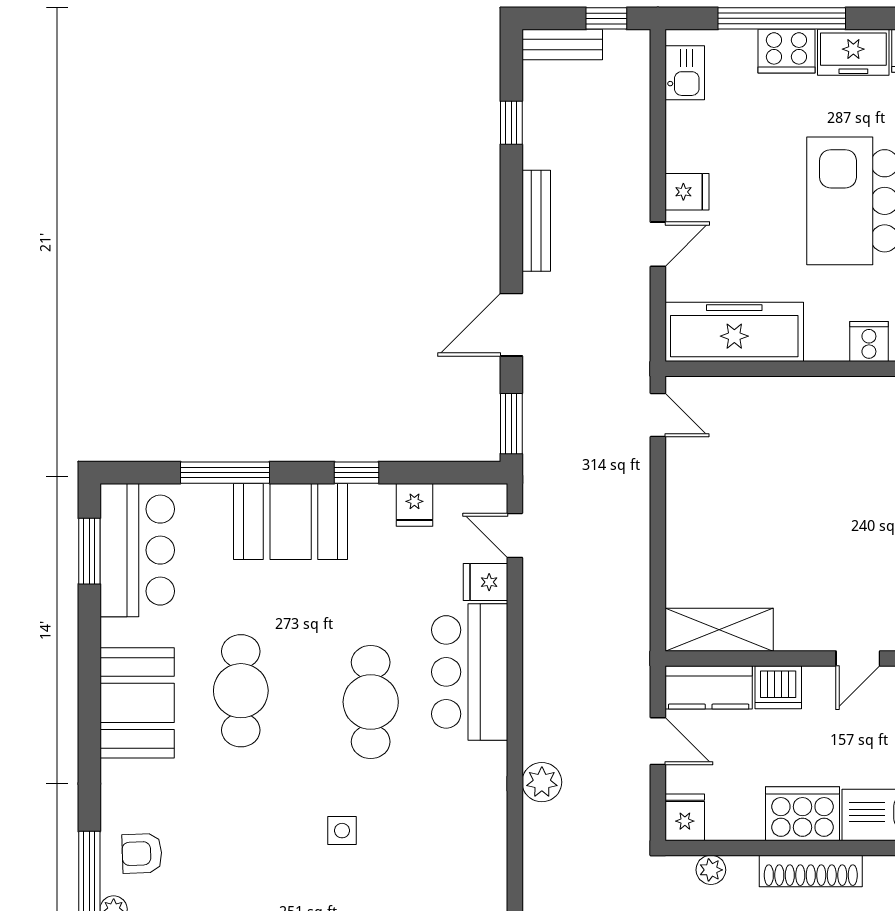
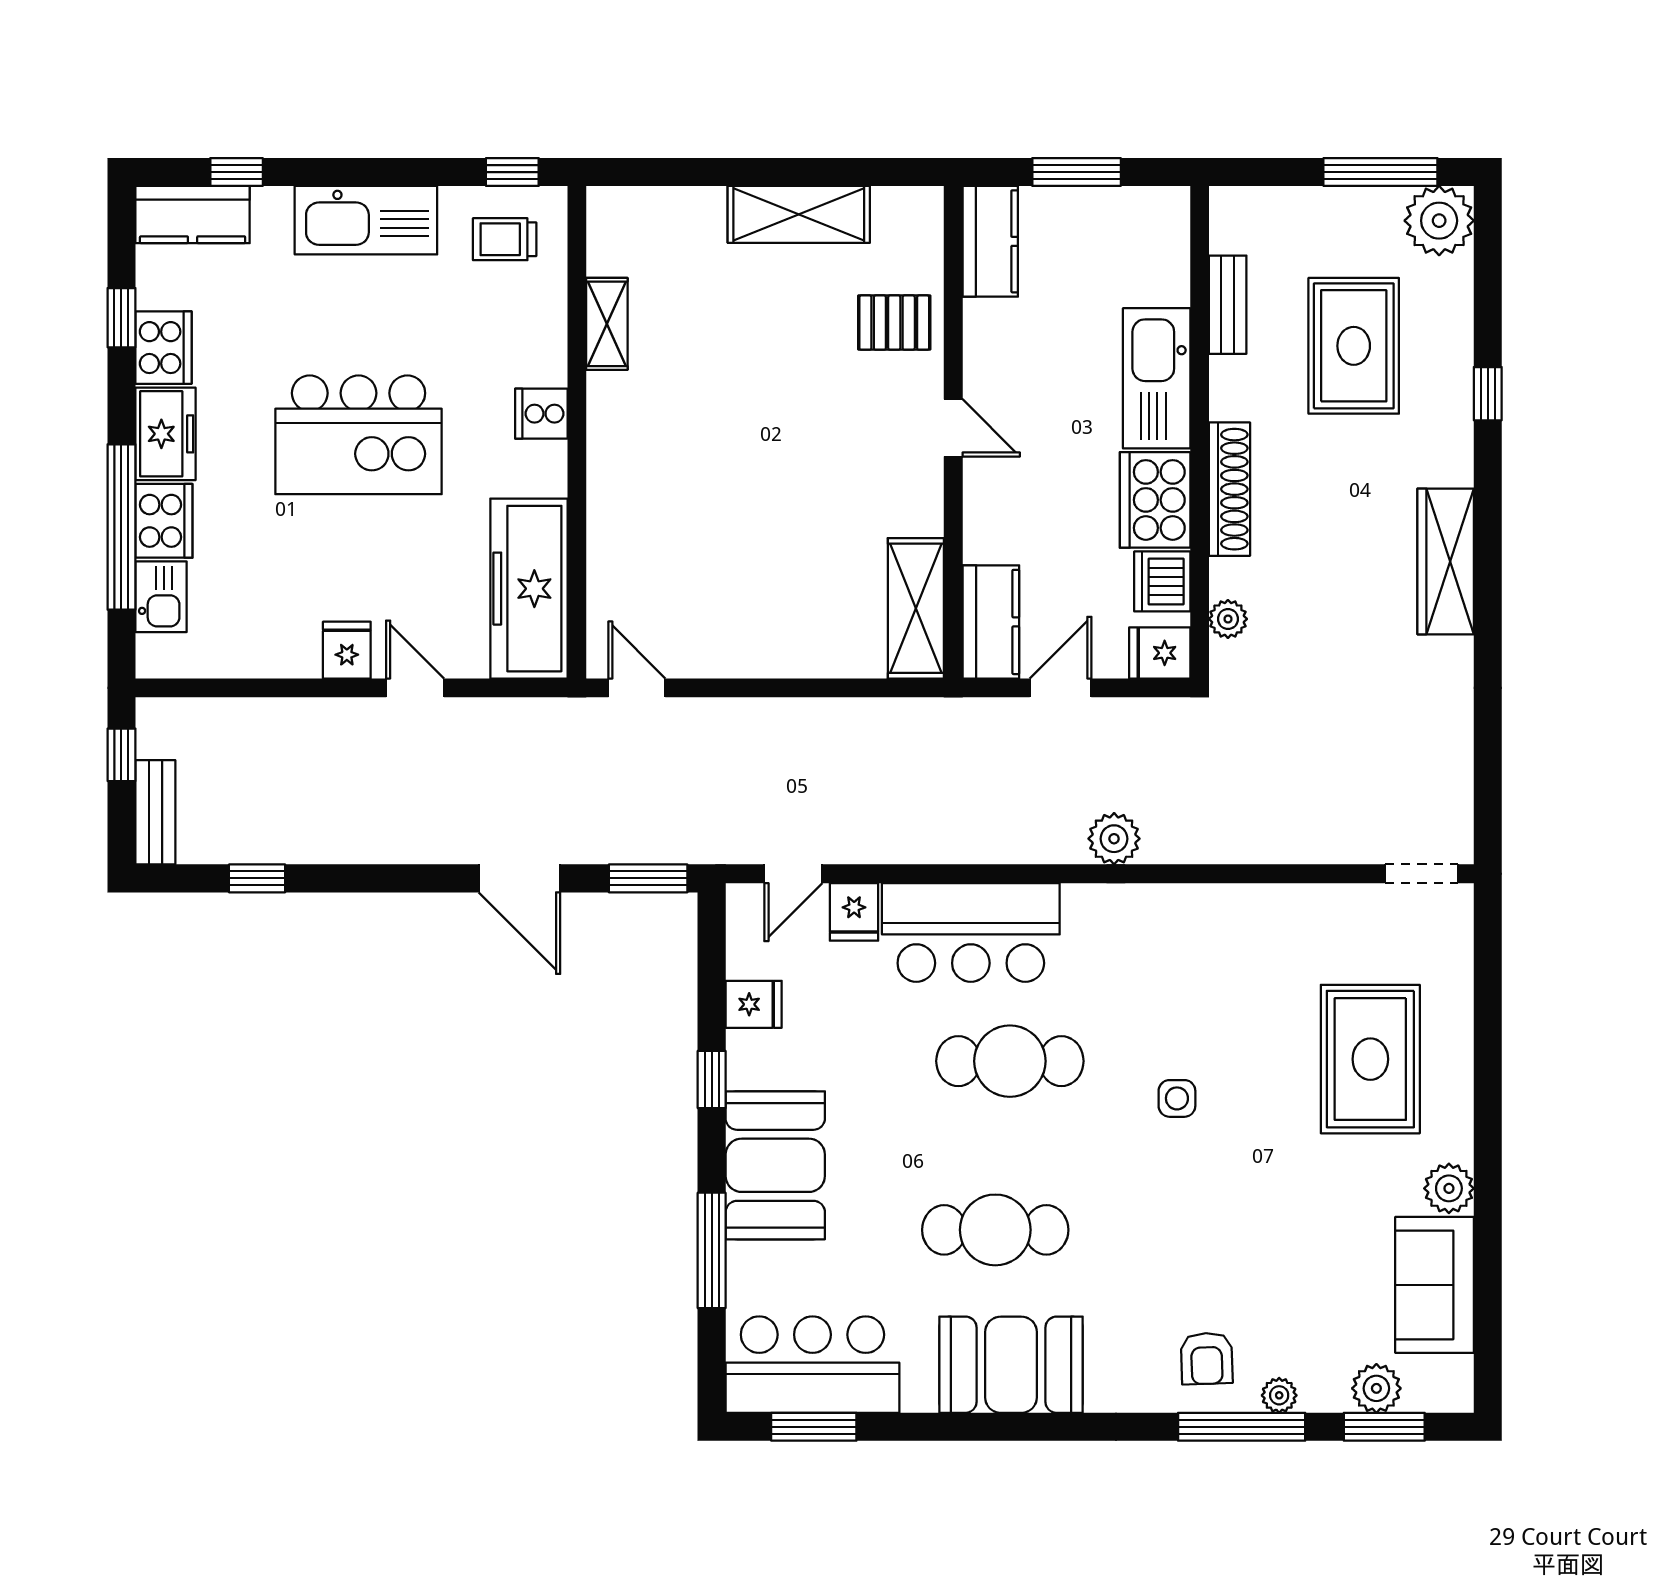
kitchen sink: (685, 73) -> (161, 597), moved, turned 90
bench: (536, 221) -> (384, 846), removed
door: (658, 415) -> (637, 688), hinge flipped
dishwasher: (778, 687) -> (1162, 581), moved, turned 180

